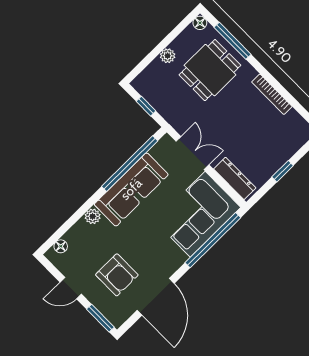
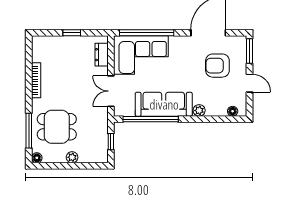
dresser: (235, 178) -> (102, 55), width x0.70
armchair: (117, 275) -> (217, 66), turned -90

